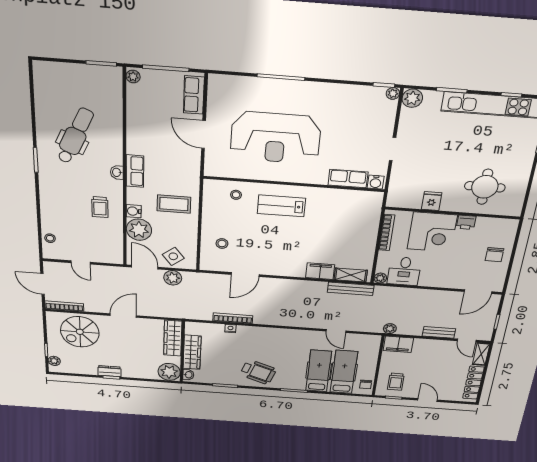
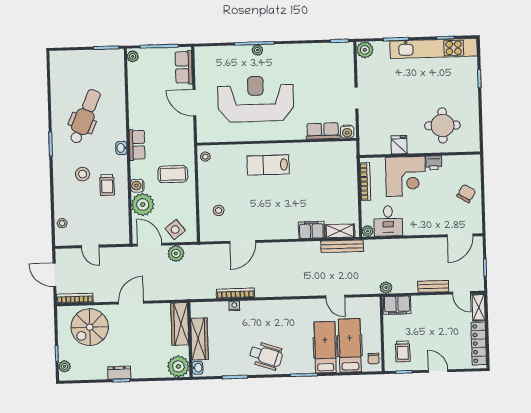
plant: (393, 93) -> (257, 50), moved
reception desk: (276, 138) -> (256, 99), turned 180
stool: (72, 194) -> (83, 174), added
stool: (236, 195) -> (205, 157), moved
chair: (495, 255) -> (466, 193), turned -148

